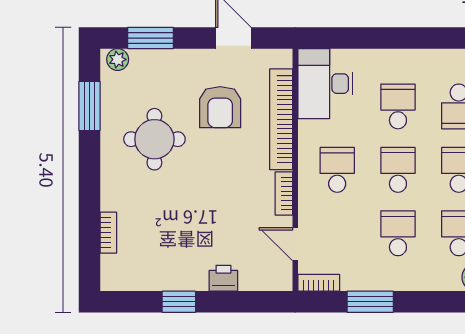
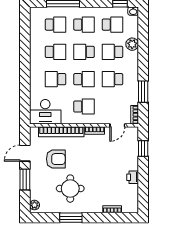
window: (151, 38) -> (25, 179), moved
window: (89, 106) -> (71, 218), moved
school desk: (337, 170) -> (84, 106), turned 180
school desk: (398, 170) -> (84, 79), turned 180
printer: (223, 278) -> (133, 177), moved
window: (179, 302) -> (143, 148), moved

